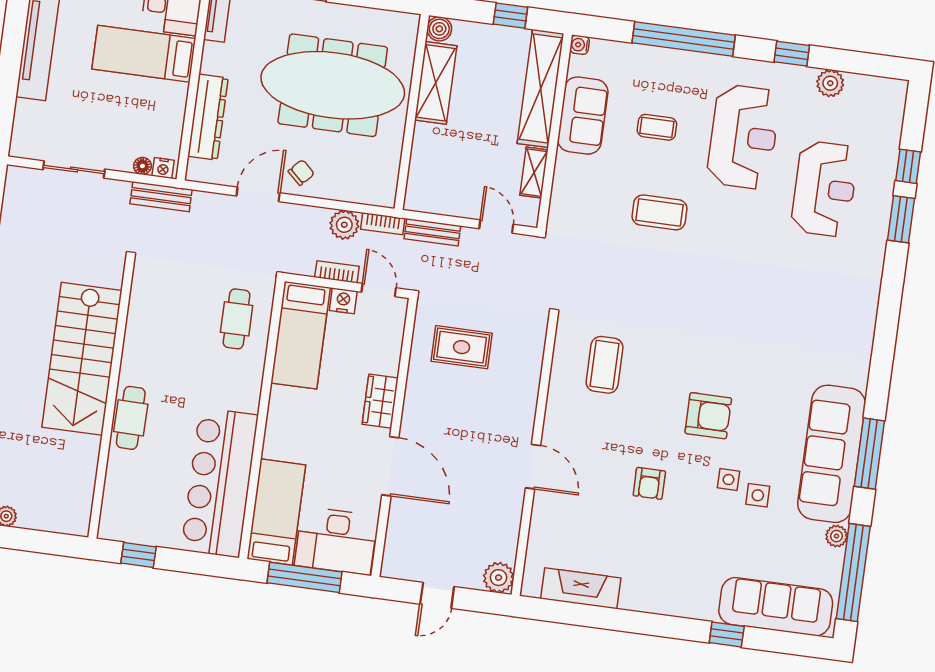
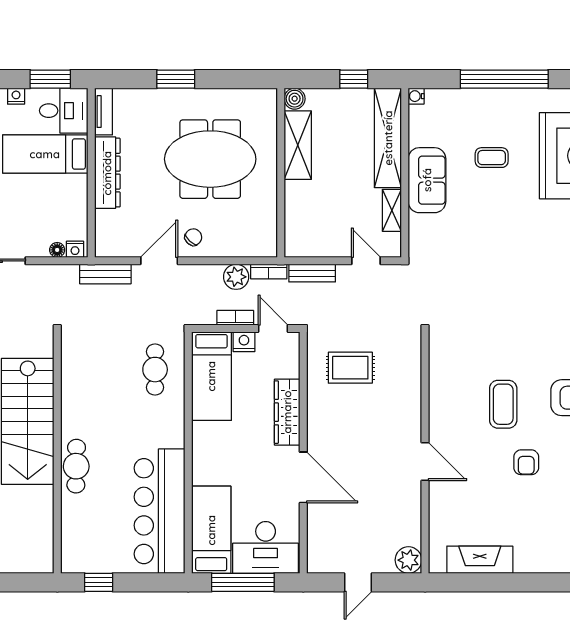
meeting table: (333, 85) -> (210, 159), width x0.73
sofa: (583, 116) -> (427, 180), moved
dresser: (208, 117) -> (107, 173), moved
bench: (161, 197) -> (105, 274), moved
coffee table: (659, 212) -> (504, 230), removed
coffee table: (605, 365) -> (503, 404), moved
wardrobe: (380, 401) -> (287, 412), width x1.50

